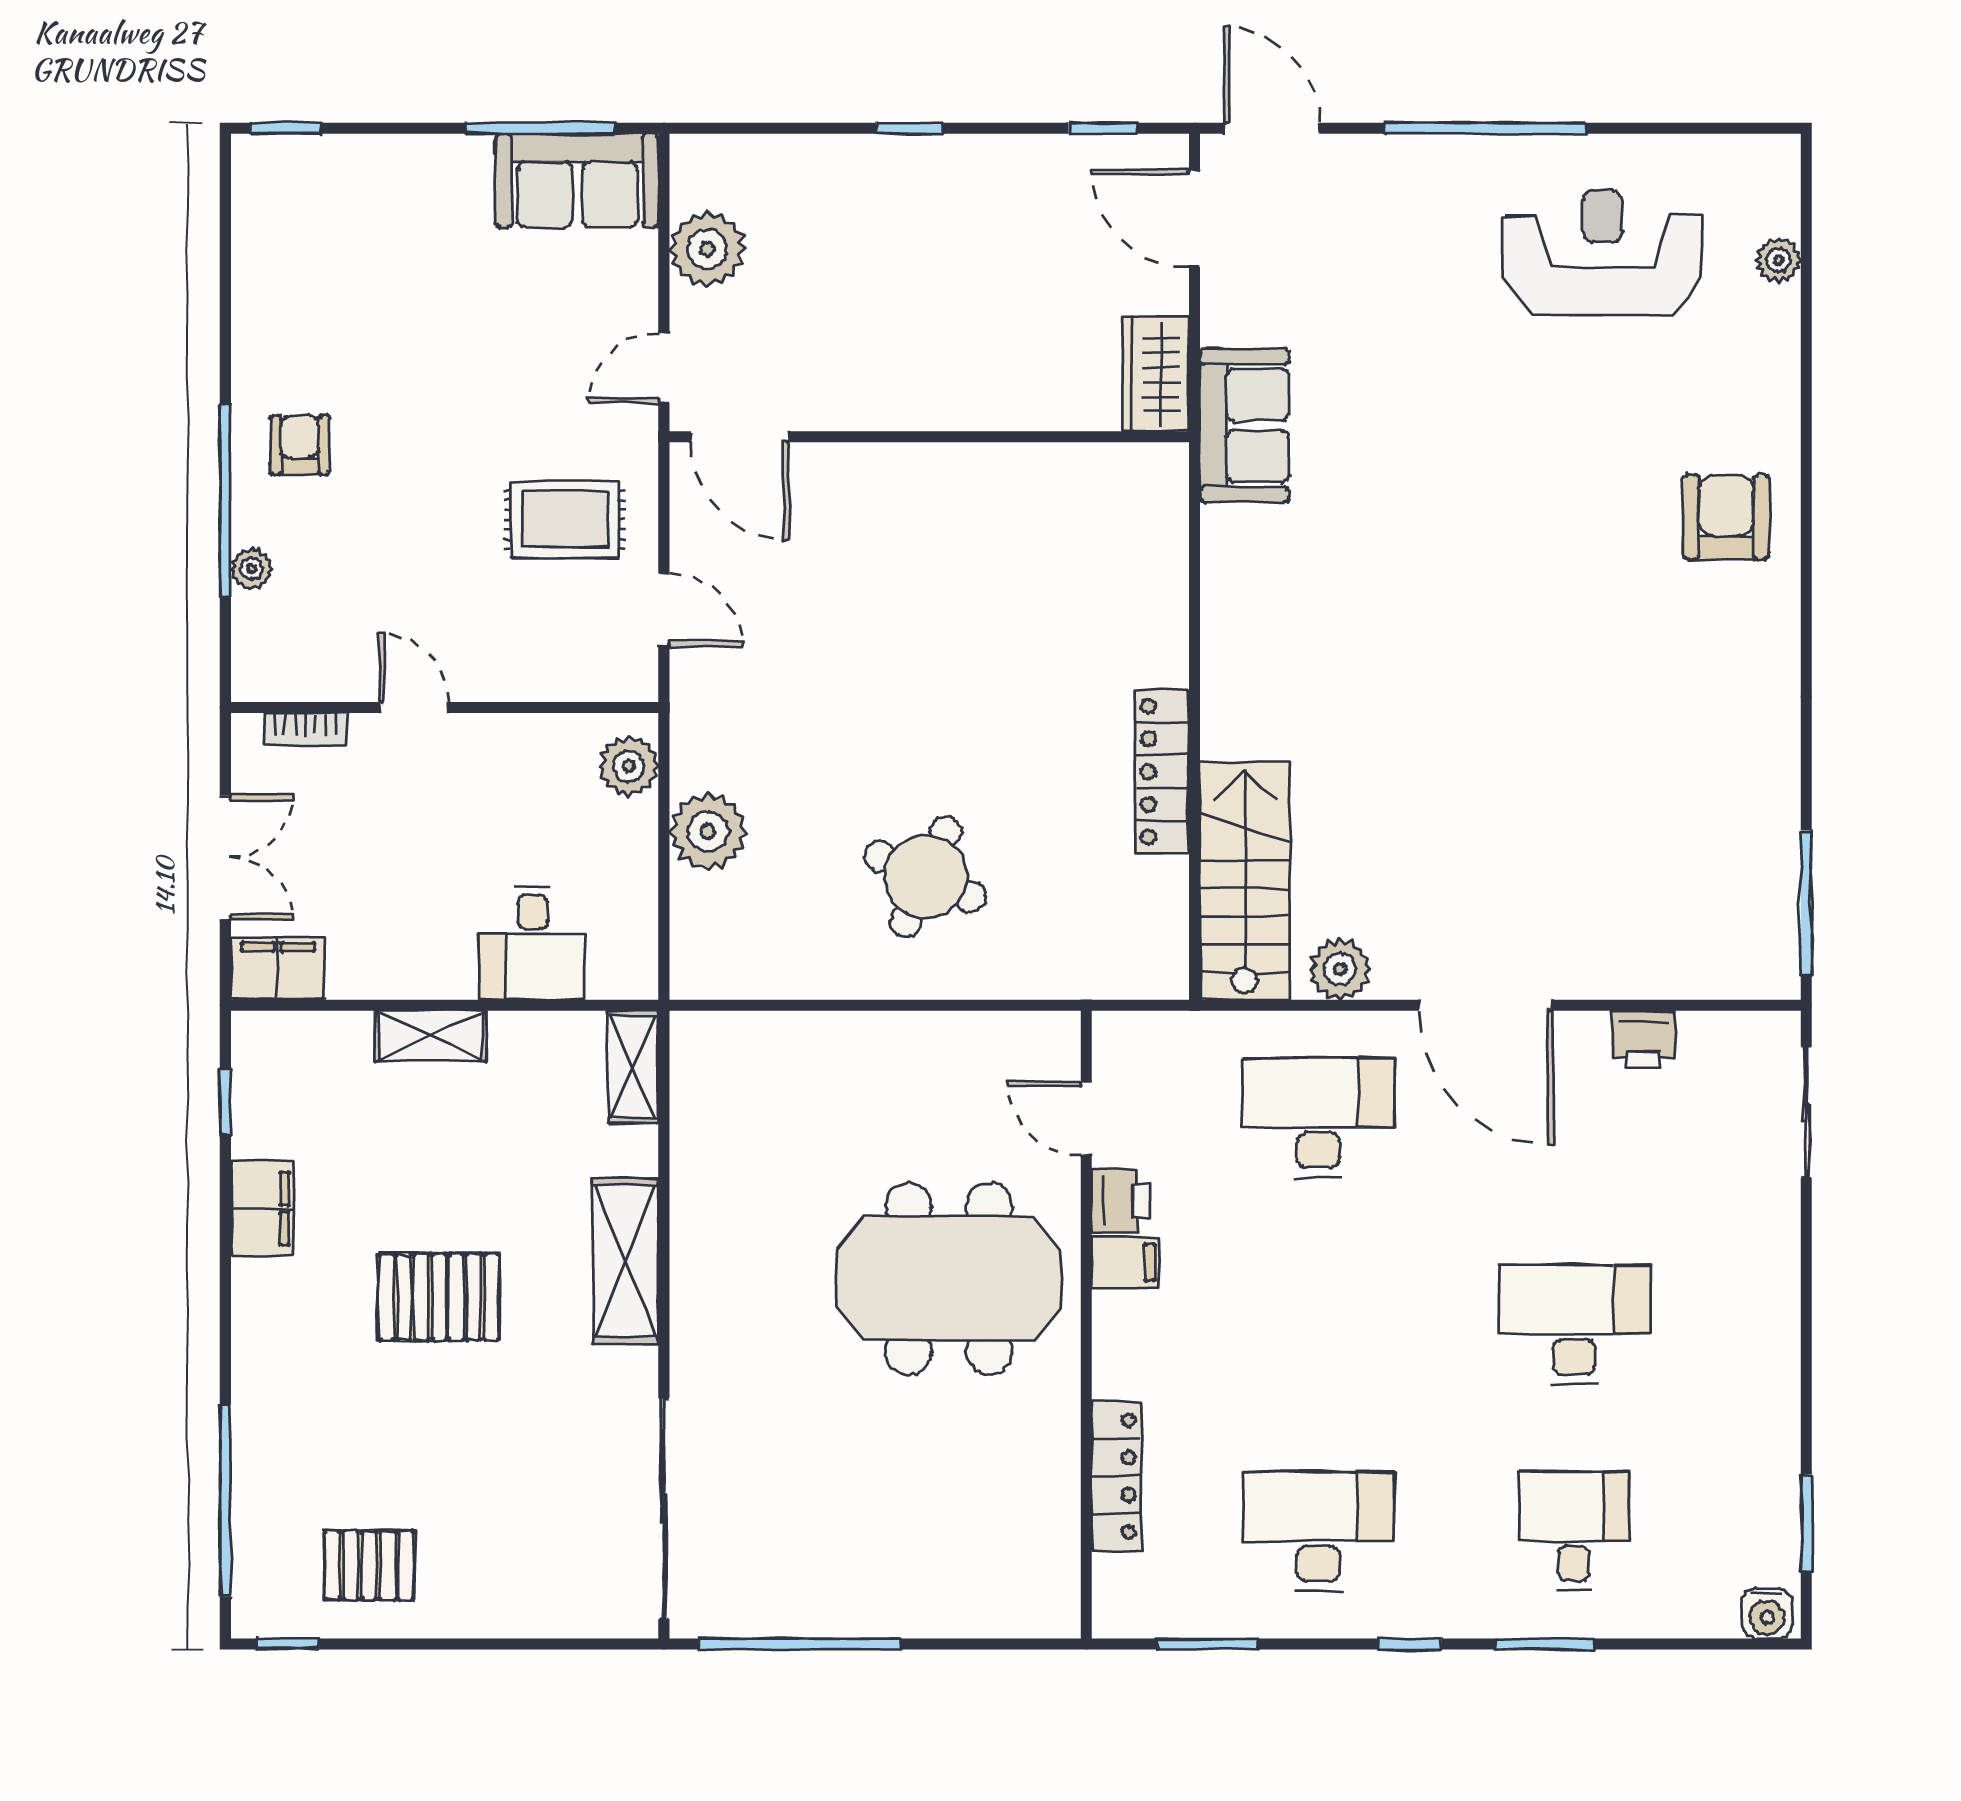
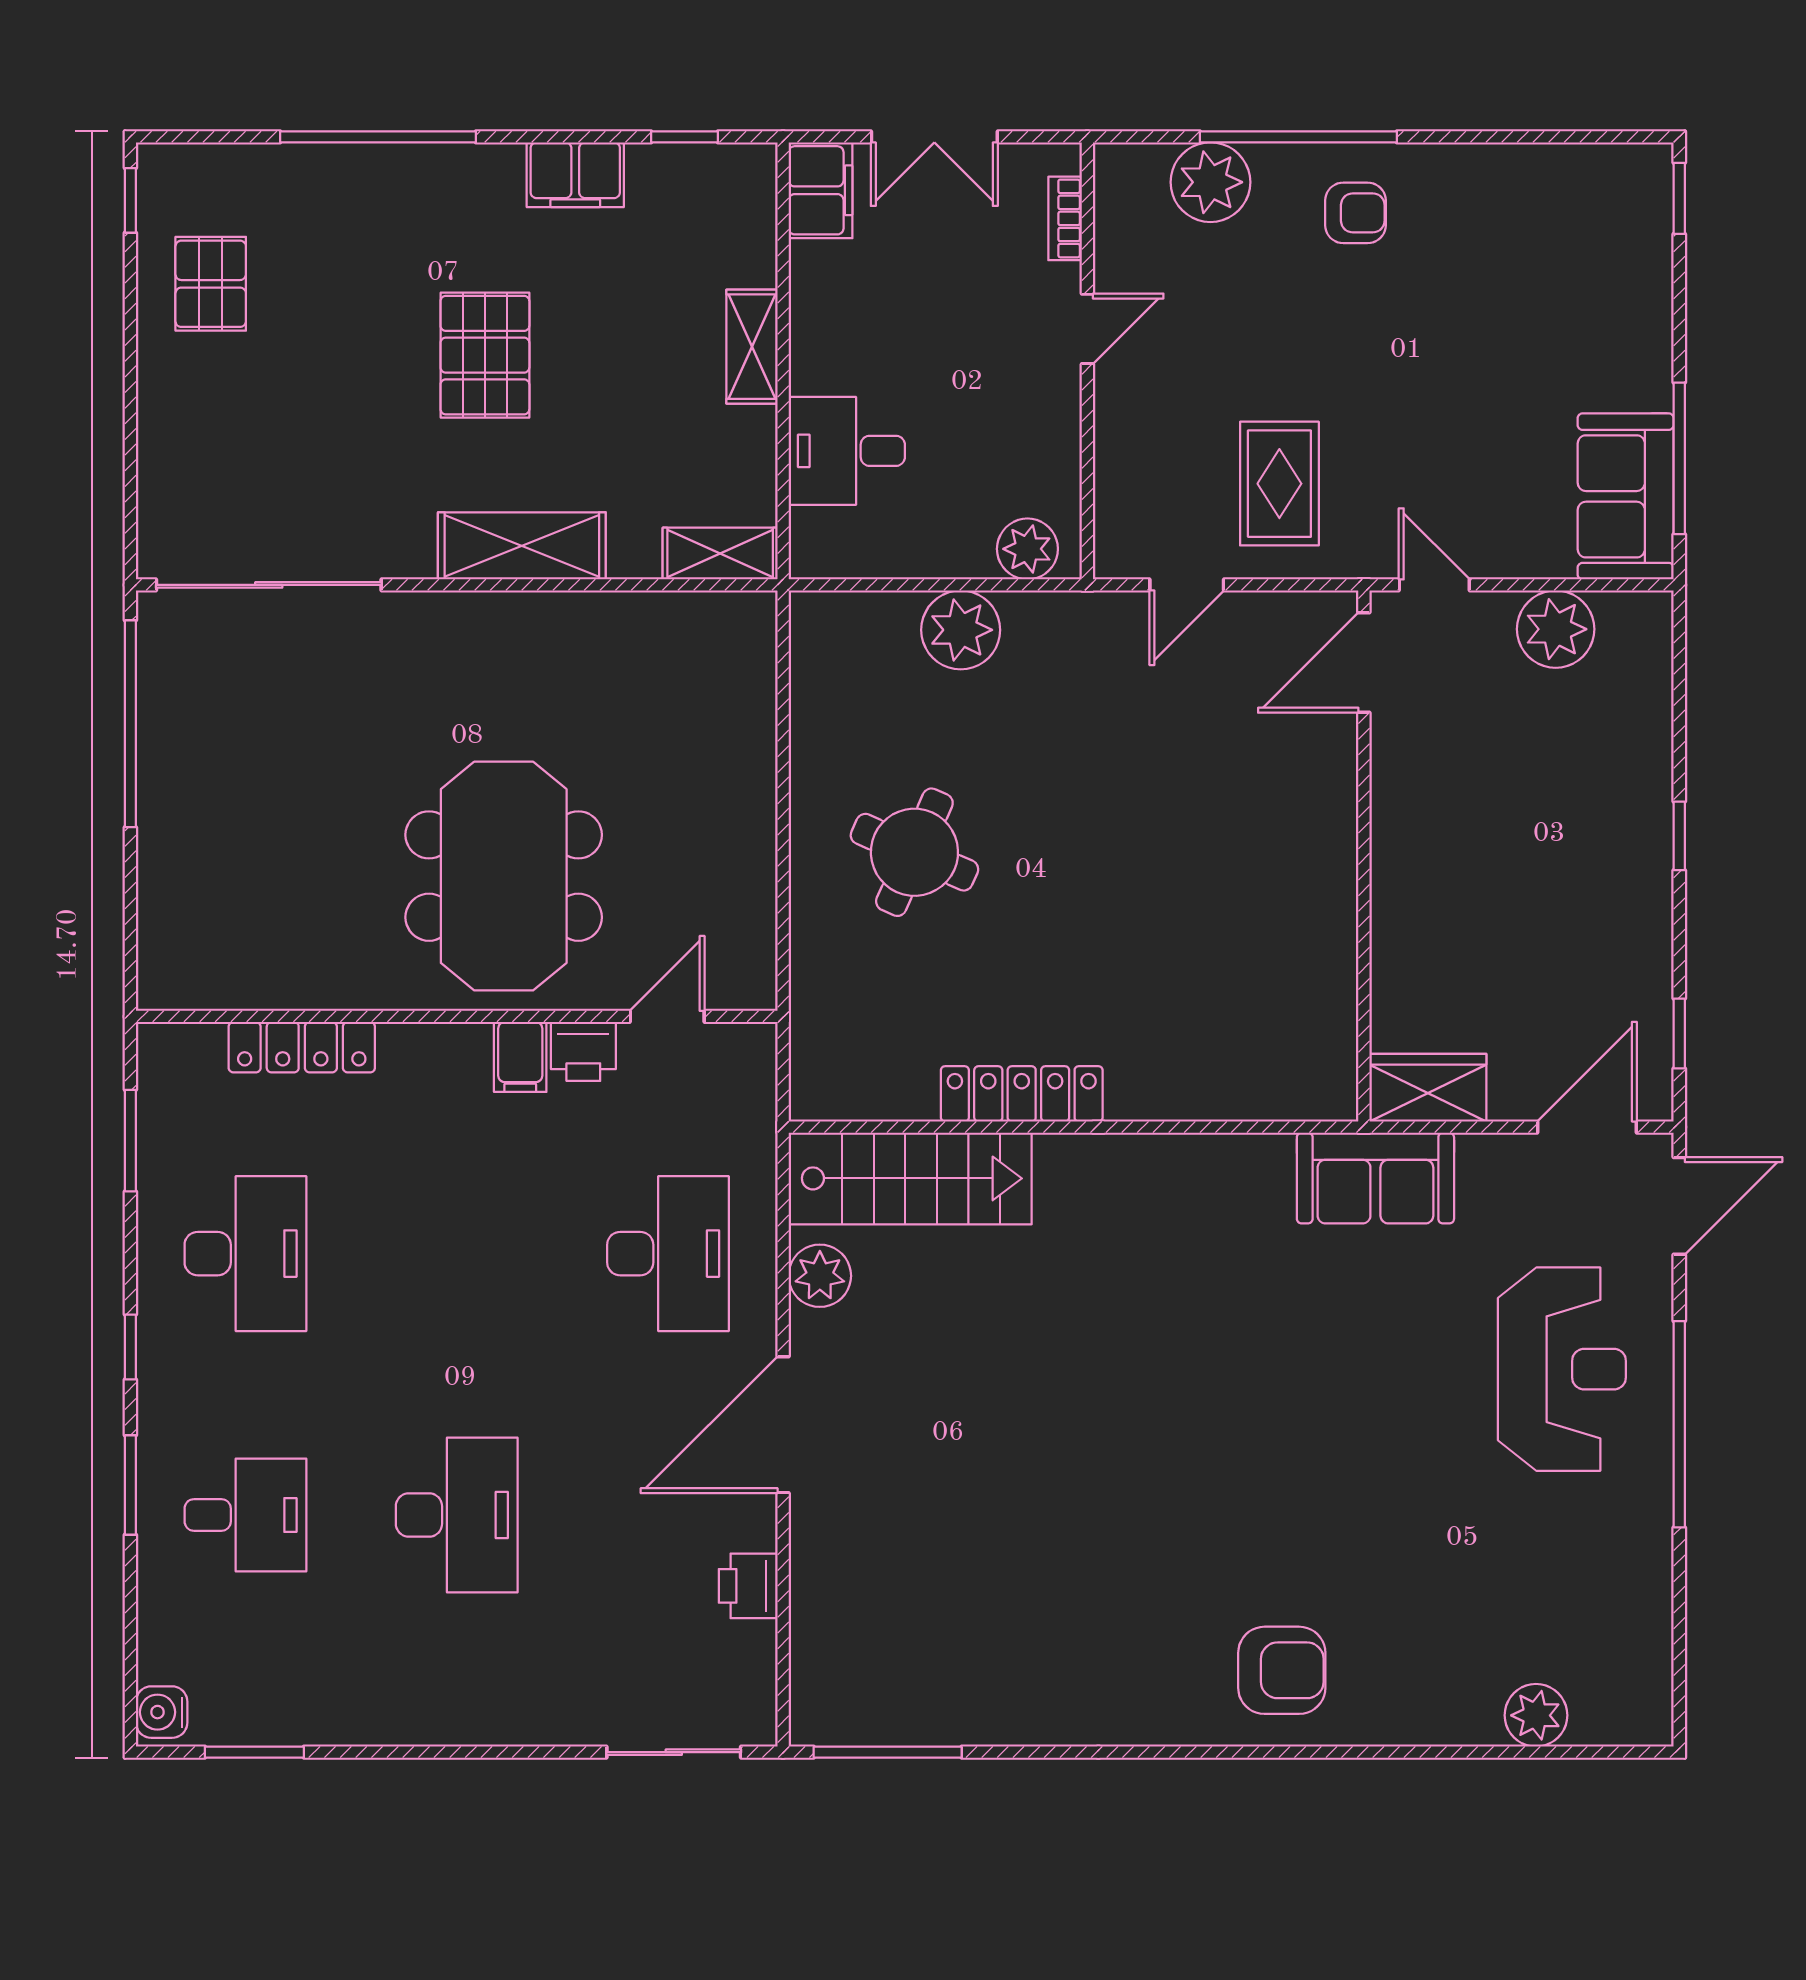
reception desk: (1603, 252) -> (1562, 1369), moved
plant: (1779, 260) -> (1536, 1715), width x1.38, depth x1.38
plant: (252, 569) -> (1210, 182), width x1.88, depth x1.88
window: (225, 1500) -> (378, 137), moved

